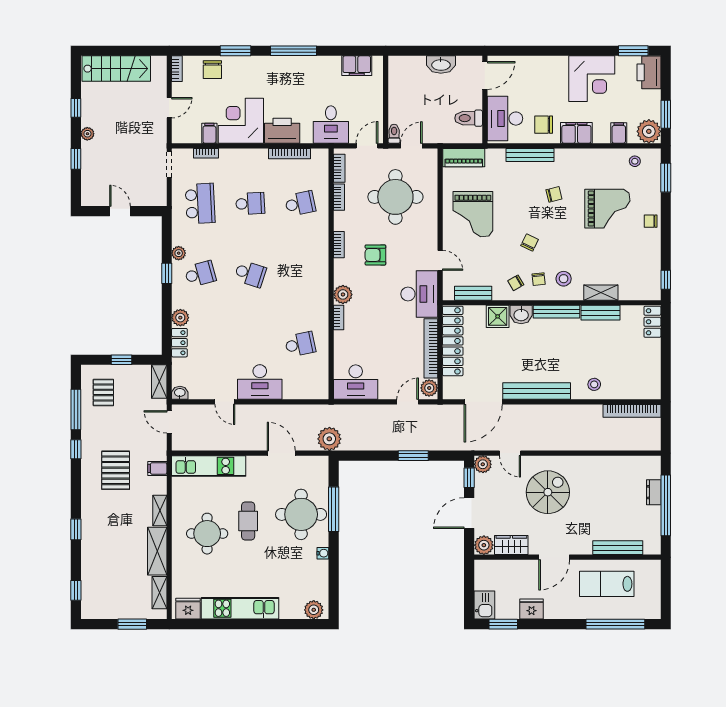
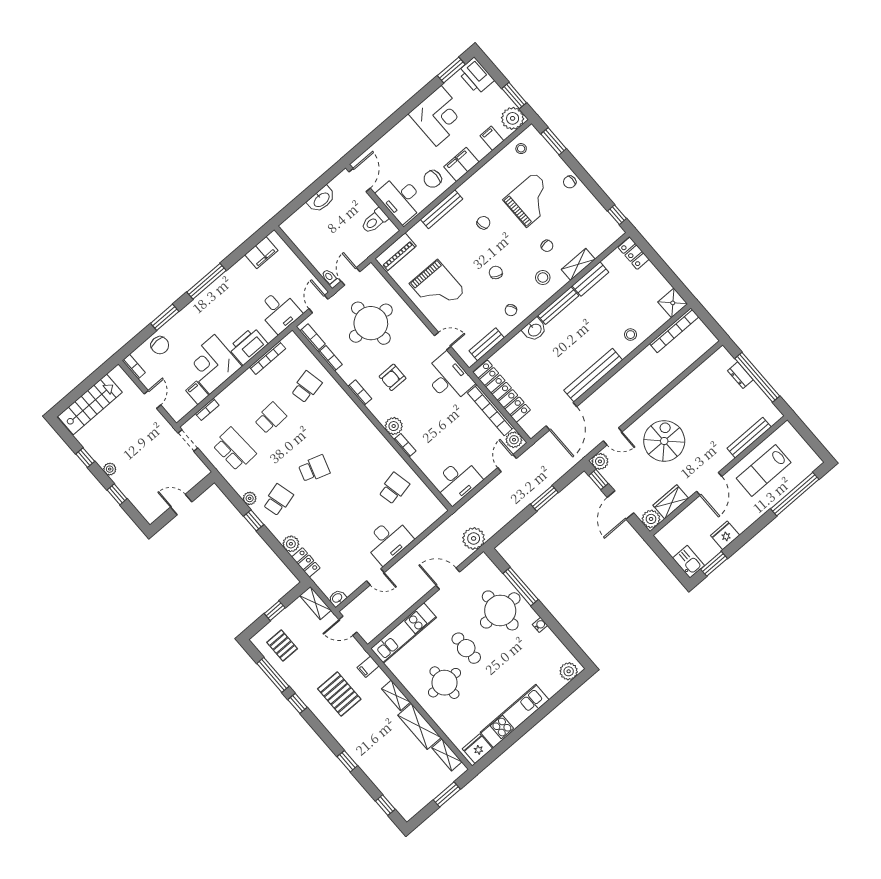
chair: (539, 279) -> (547, 246), moved
shower: (498, 316) -> (673, 303), moved

